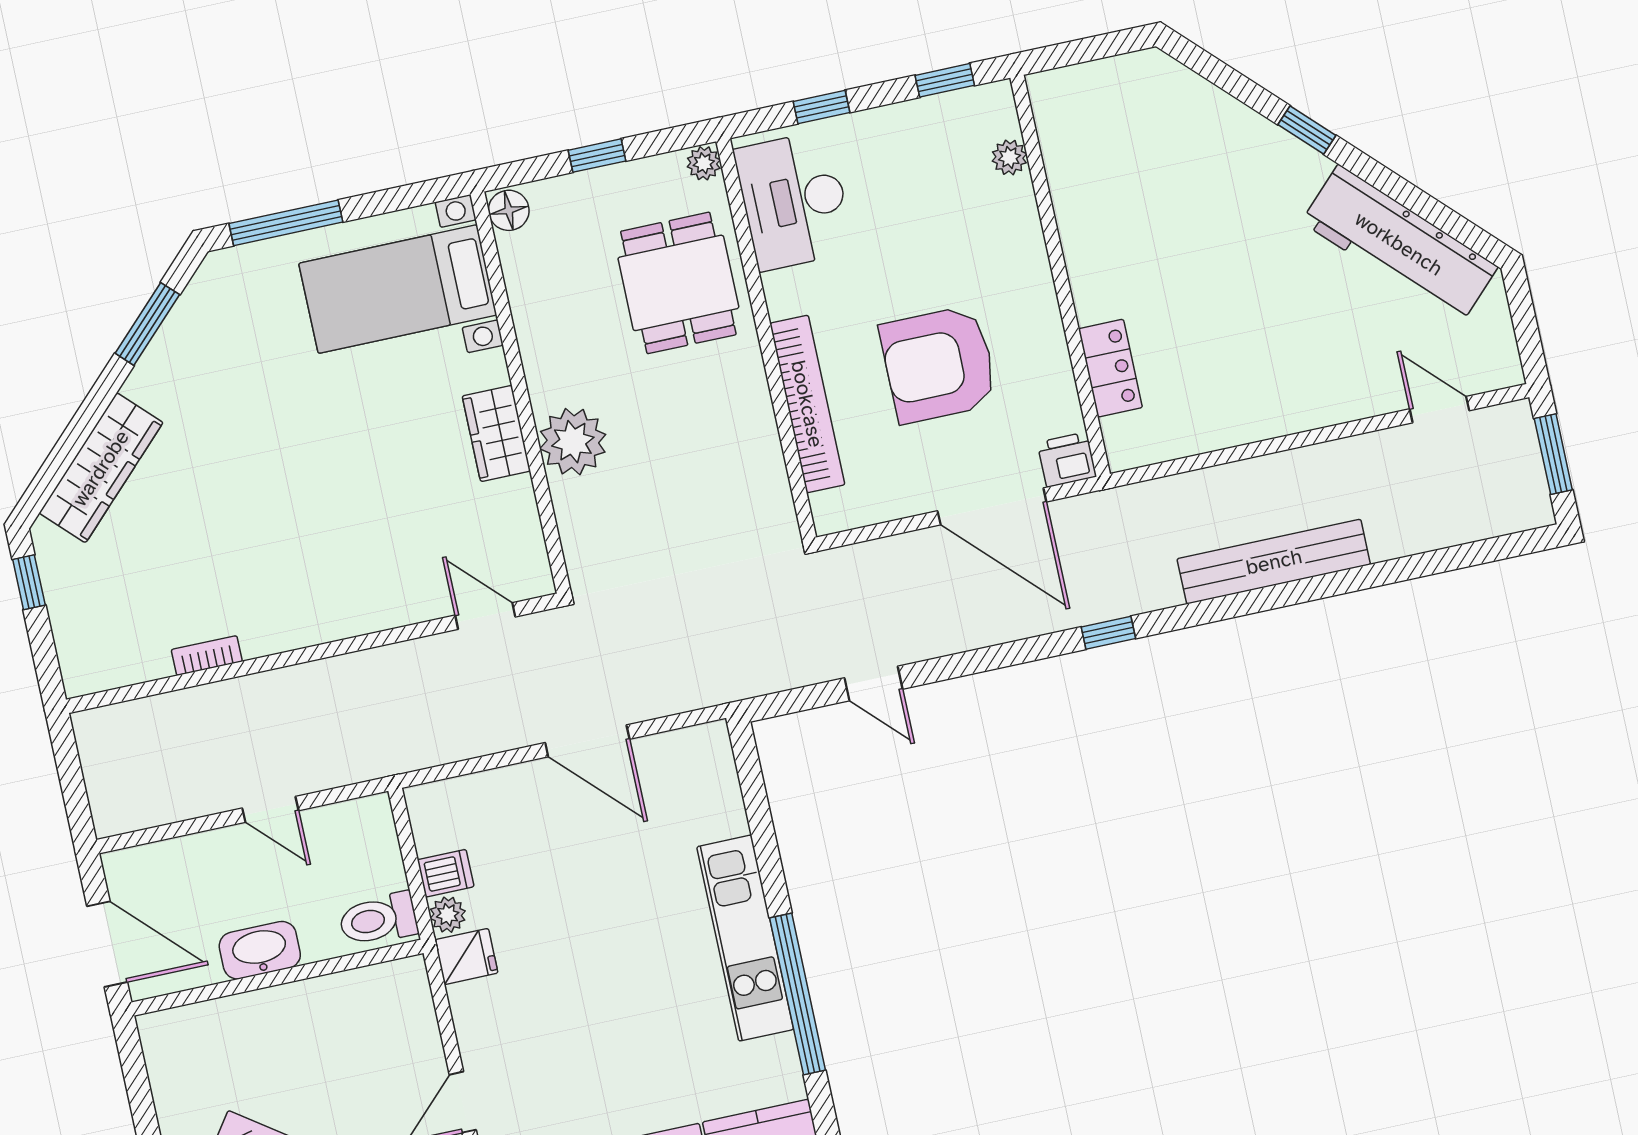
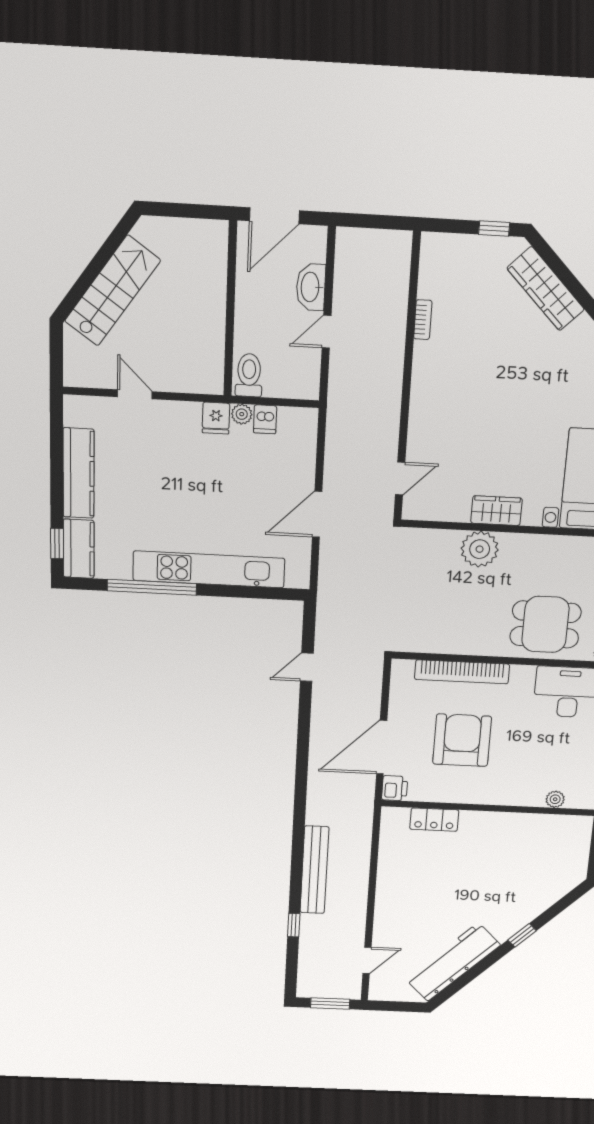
window: (1108, 633) -> (294, 925), moved
kitchen unit: (745, 938) -> (209, 569), width x1.36
washbasin: (260, 950) -> (311, 287), moved, turned 180

